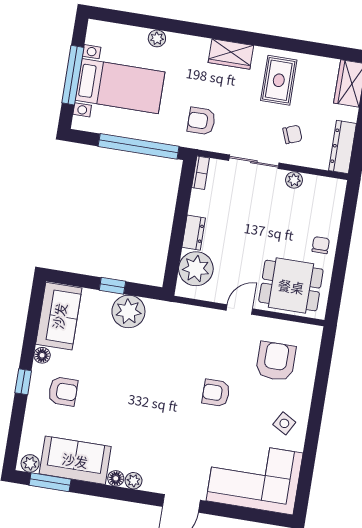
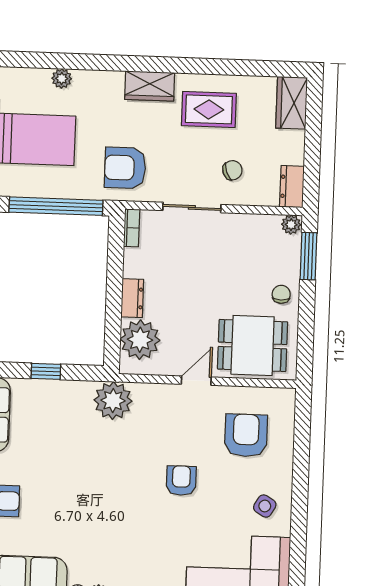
rug: (279, 80) -> (209, 109), turned 90
armchair: (201, 121) -> (125, 168), width x1.38, depth x1.38
dresser: (342, 147) -> (292, 187), width x0.70
plant: (294, 180) -> (291, 225), moved
window: (348, 216) -> (309, 256), added
plant: (128, 311) -> (113, 401), moved
armchair: (216, 393) -> (181, 481), turned 90

